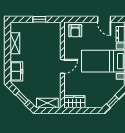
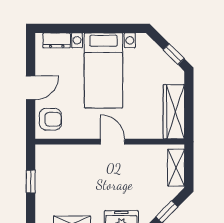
door: (104, 19) -> (31, 88), moved
wardrobe: (74, 102) -> (174, 112), width x1.50

